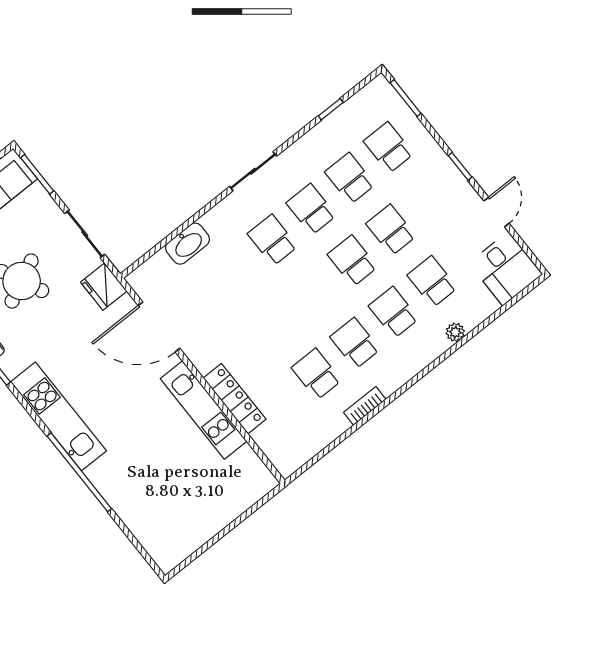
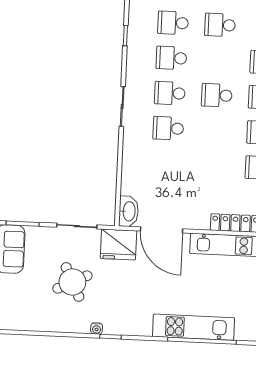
school desk: (391, 230) -> (220, 25), moved
washbasin: (188, 244) -> (129, 211), moved
fridge: (104, 287) -> (118, 245), width x1.36, depth x1.34
door: (159, 327) -> (161, 230), hinge flipped
kitchen unit: (58, 416) -> (193, 327), moved

